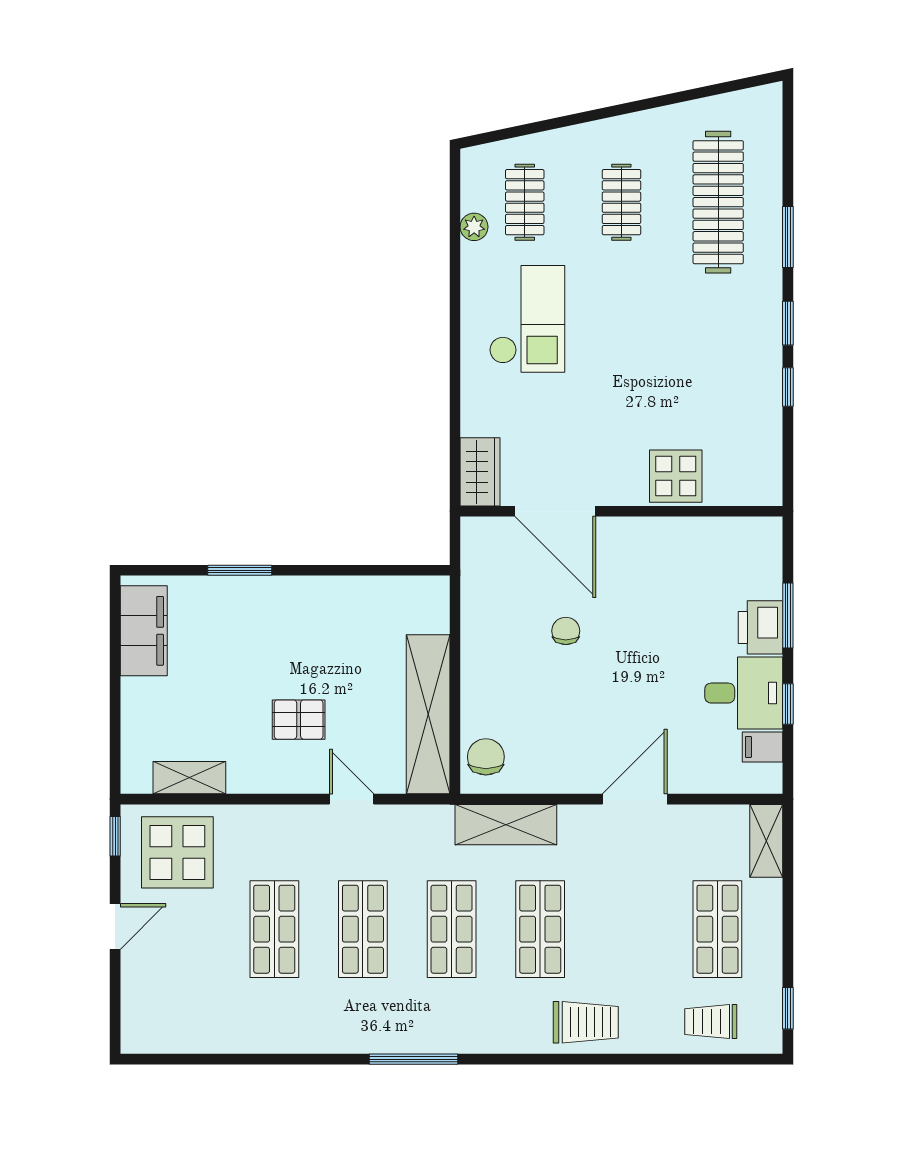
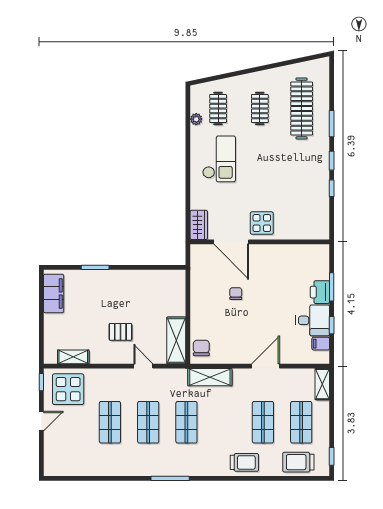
display table: (676, 476) -> (262, 223), moved
shelving: (428, 714) -> (176, 340), width x0.68
shop shelf: (540, 929) -> (263, 422), moved
trolley: (711, 1022) -> (298, 462), width x1.36, depth x1.39

